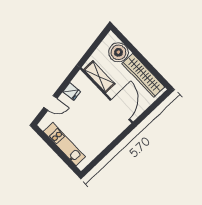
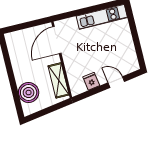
wardrobe: (143, 75) -> (18, 59), removed
kitchen unit: (64, 144) -> (102, 17), moved, turned -90

